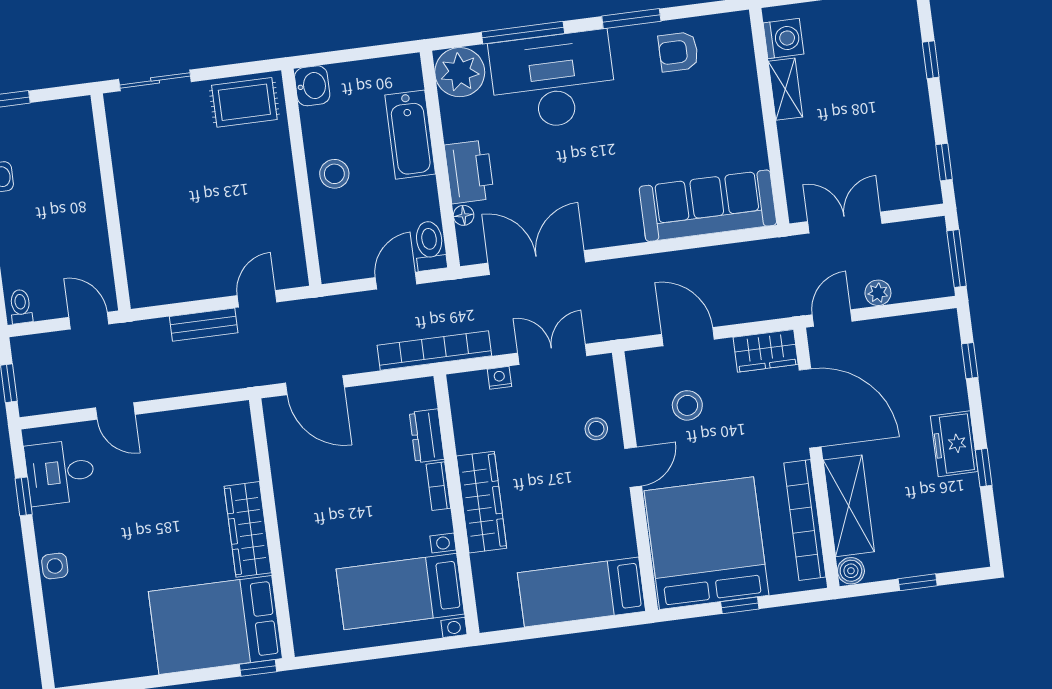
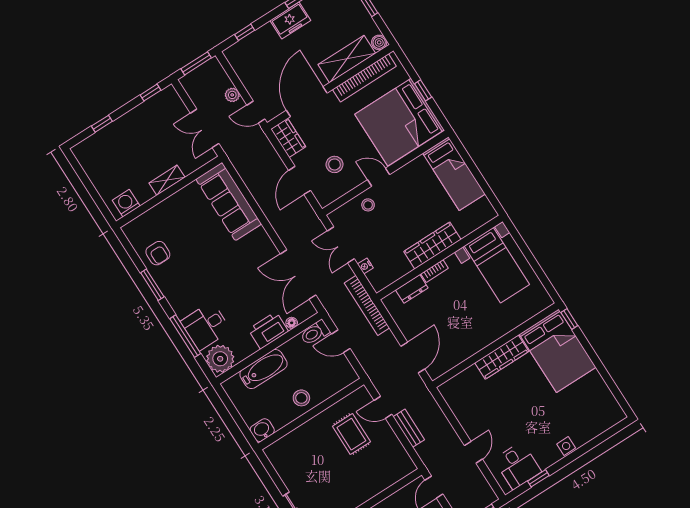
desk: (553, 81) -> (206, 326), width x0.53, depth x0.77
shelving: (785, 89) -> (167, 180), moved
rug: (244, 102) -> (351, 434), moved

